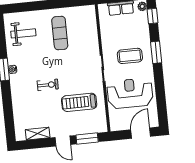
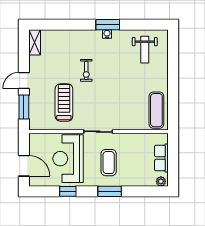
window: (152, 16) -> (68, 191), moved
exercise mat: (60, 33) -> (156, 110), moved, turned 90
reception desk: (130, 93) -> (68, 159), turned 180
shelving: (38, 134) -> (35, 42), moved

